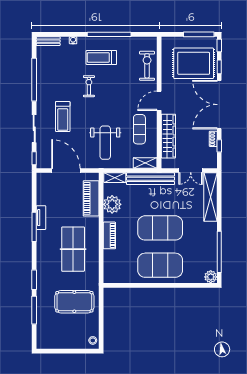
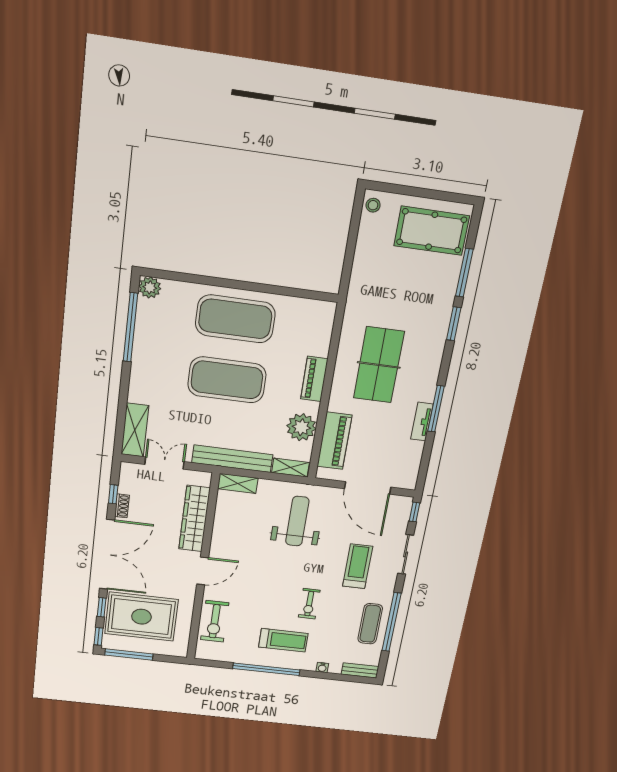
exercise mat: (139, 129) -> (370, 624), moved
shelving: (210, 197) -> (135, 430), width x0.68
pool table: (74, 302) -> (432, 231), moved

